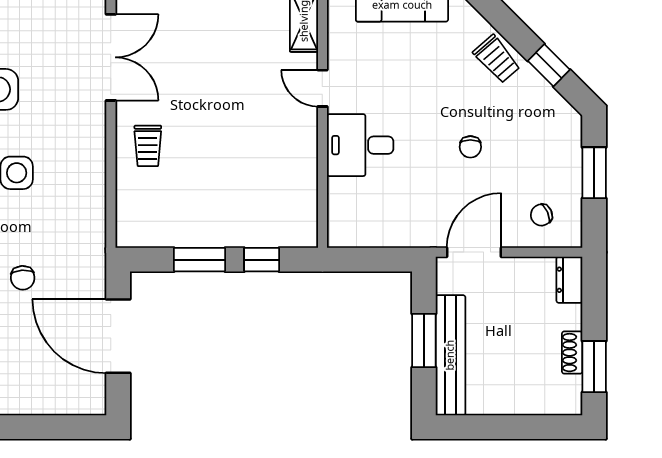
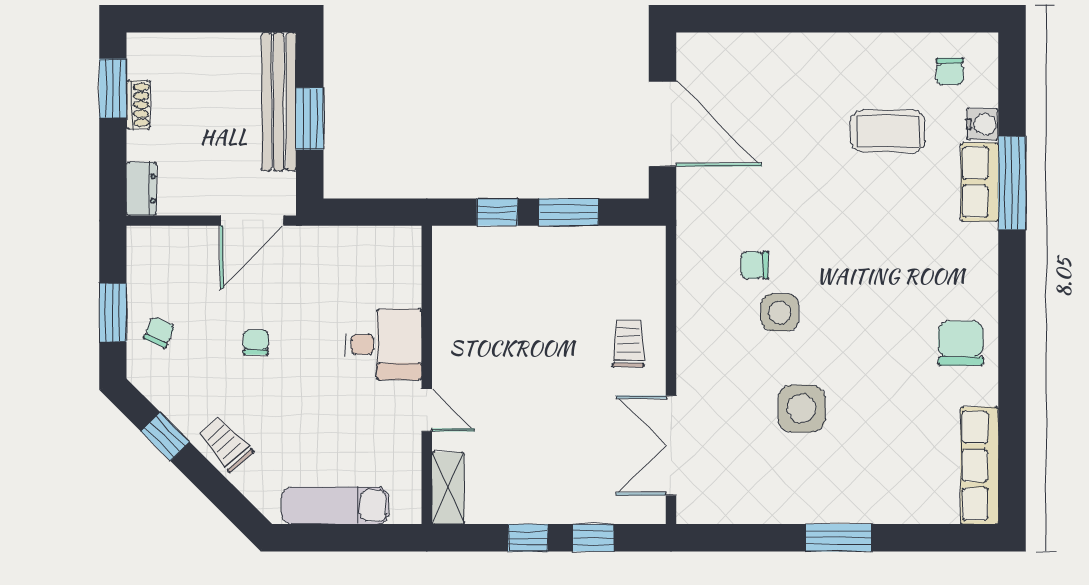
chair: (541, 215) -> (159, 332), moved, turned -42
chair: (23, 278) -> (755, 265), moved, turned -86

